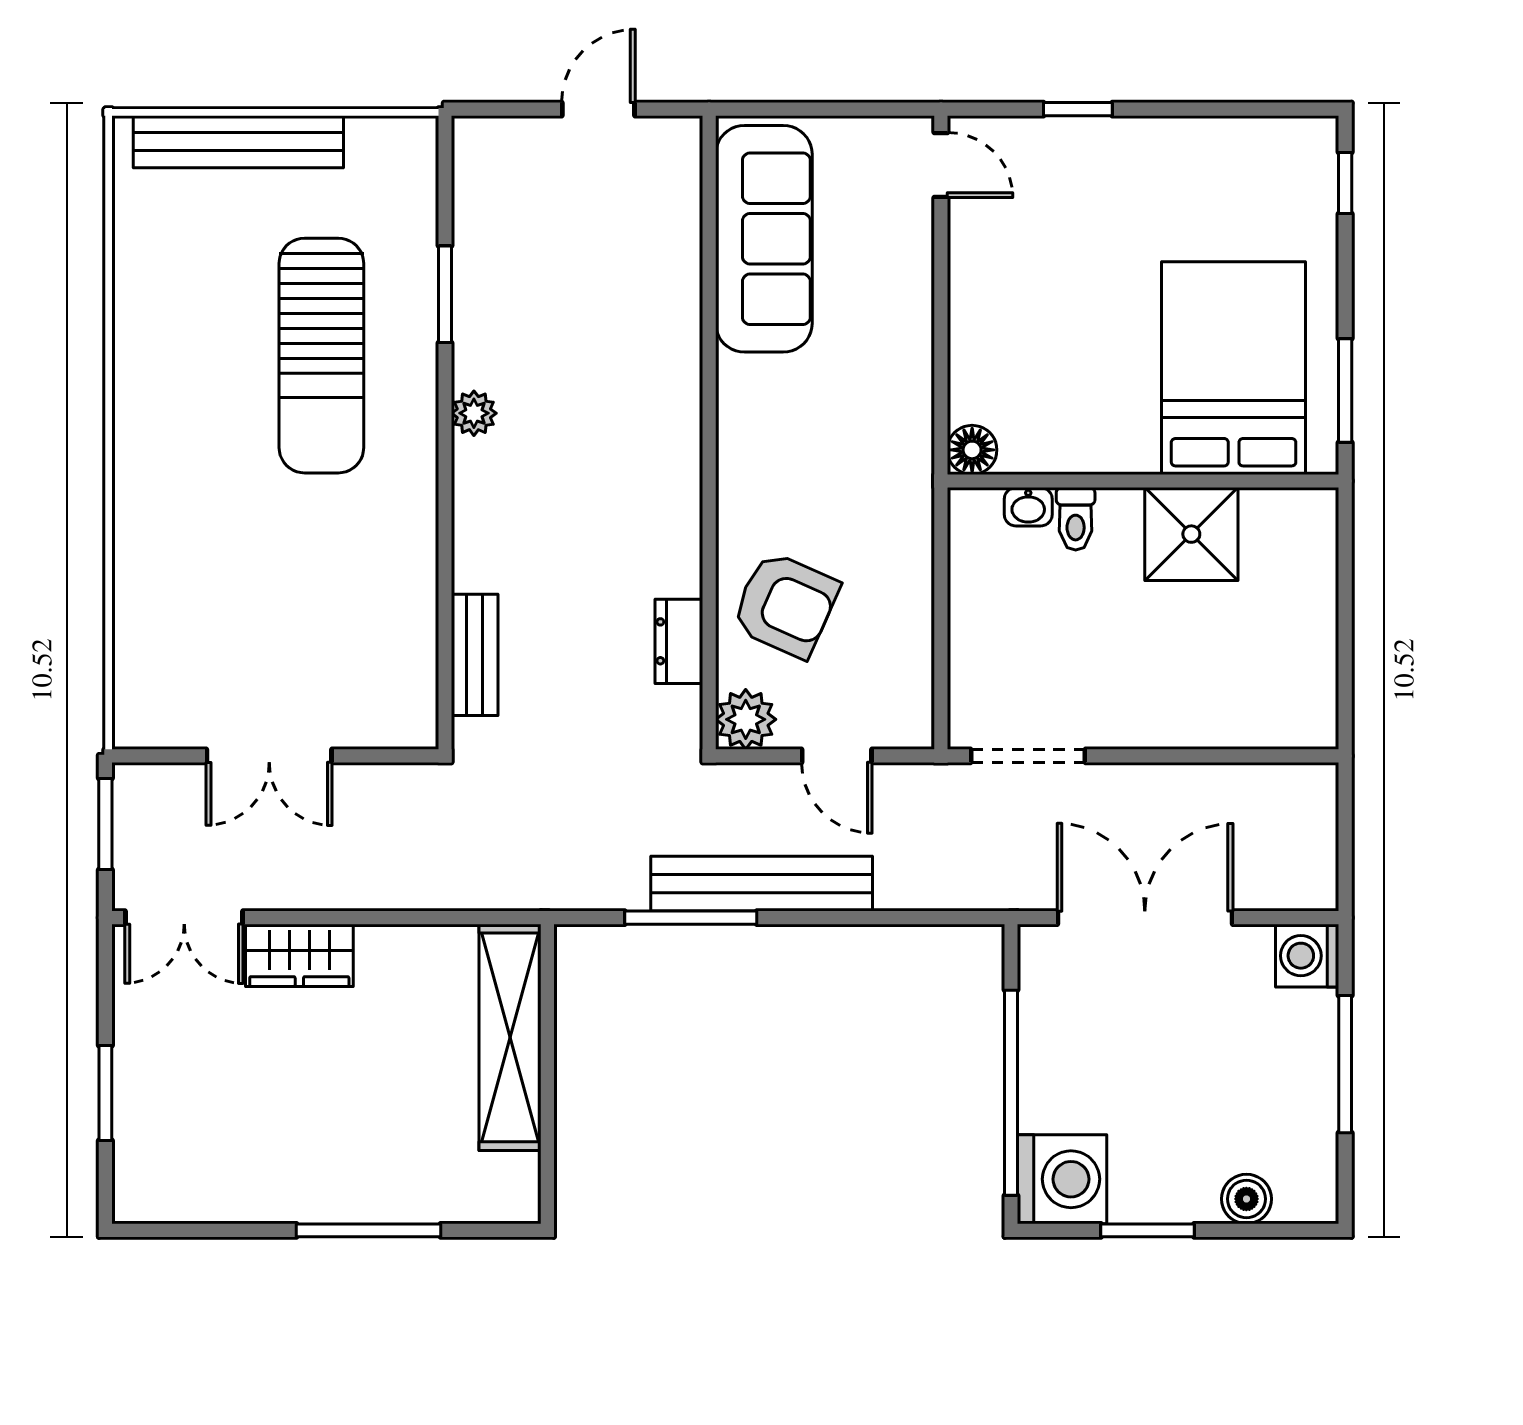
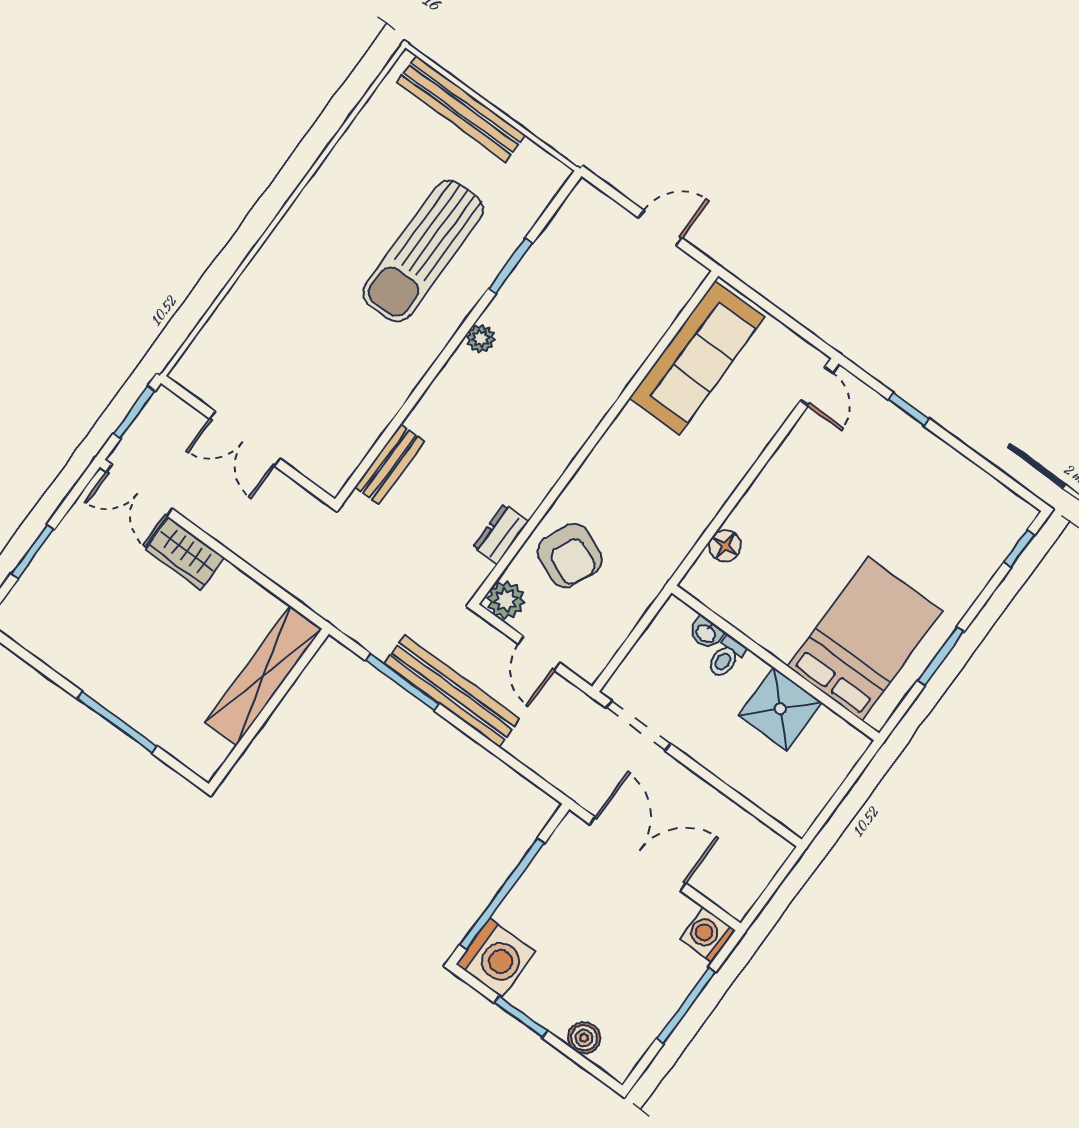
bed: (1234, 368) -> (865, 639), moved
wall: (1143, 481) -> (775, 663), moved
washbasin: (1028, 507) -> (706, 633), moved
toilet: (1076, 519) -> (726, 657), moved
shower: (1191, 534) -> (780, 709), moved

